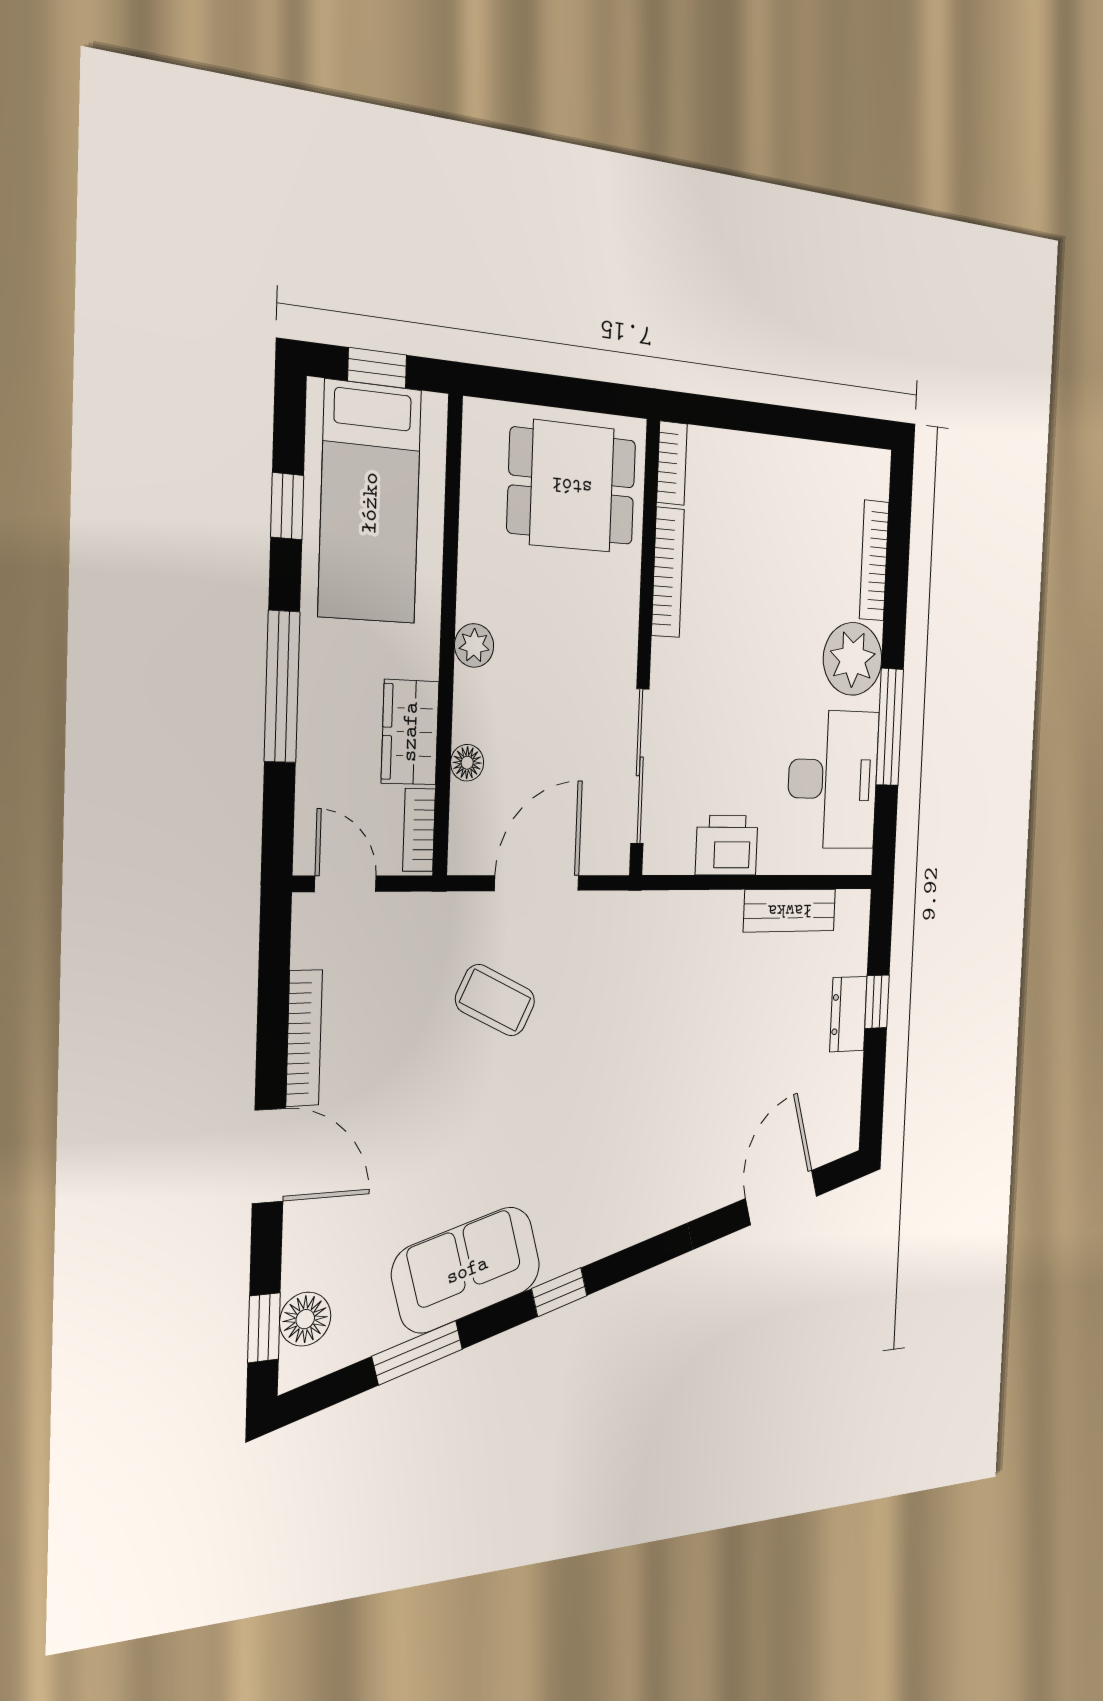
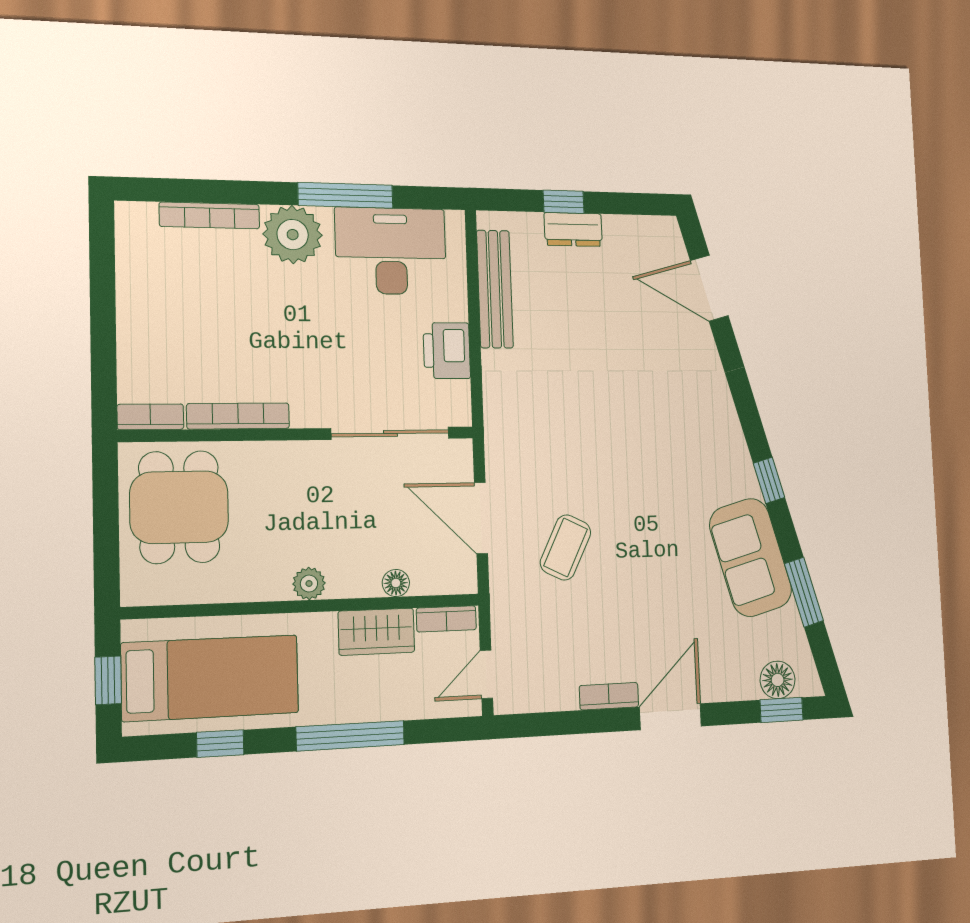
bench: (790, 911) -> (495, 289), width x1.36
bookcase: (304, 1038) -> (609, 696), width x0.64

